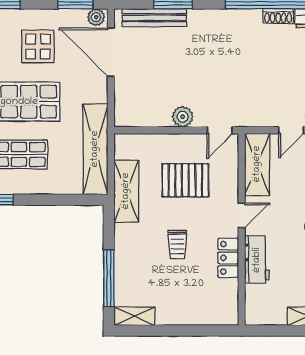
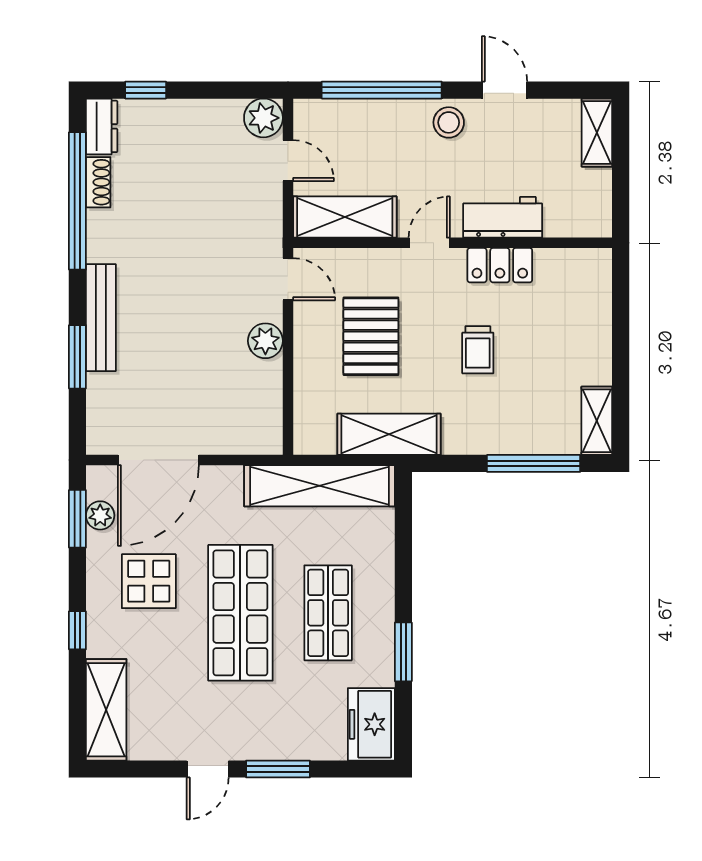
plant: (96, 17) -> (100, 515), moved
bench: (154, 18) -> (101, 318), moved
door: (242, 215) -> (429, 243), hinge flipped
trolley: (177, 245) -> (478, 350), turned 90

